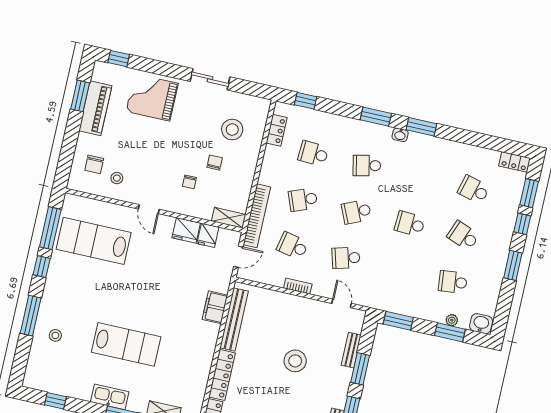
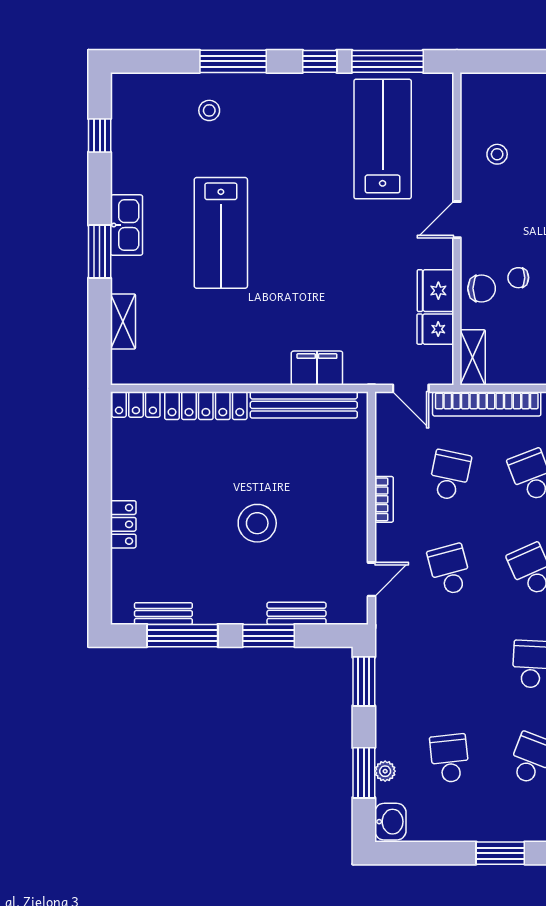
chair: (94, 164) -> (482, 288), moved, turned 180

